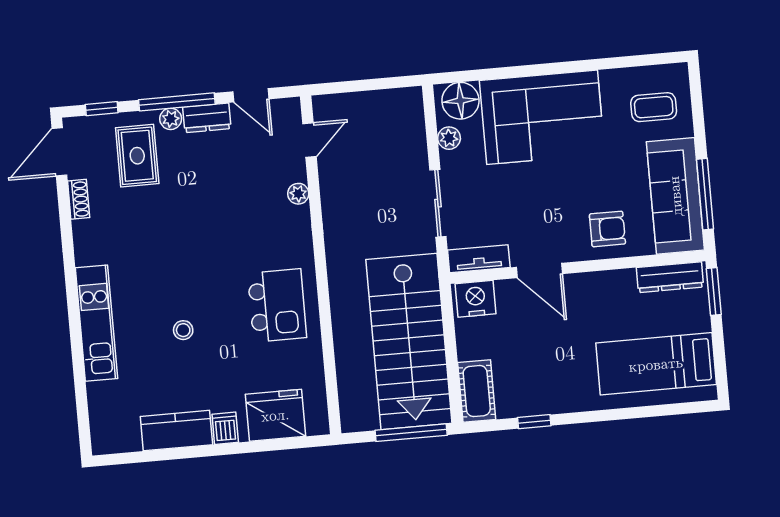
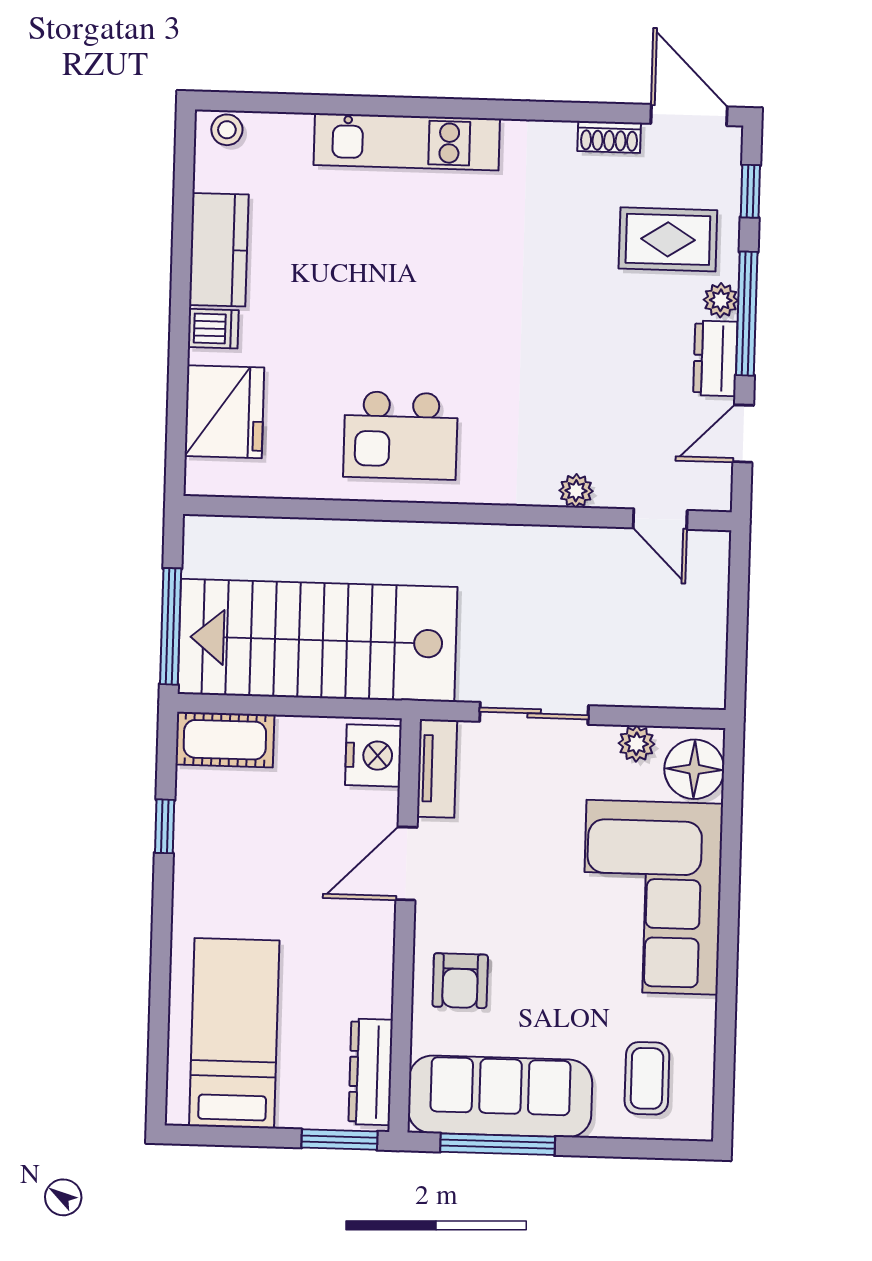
stool: (183, 330) -> (227, 130), moved

